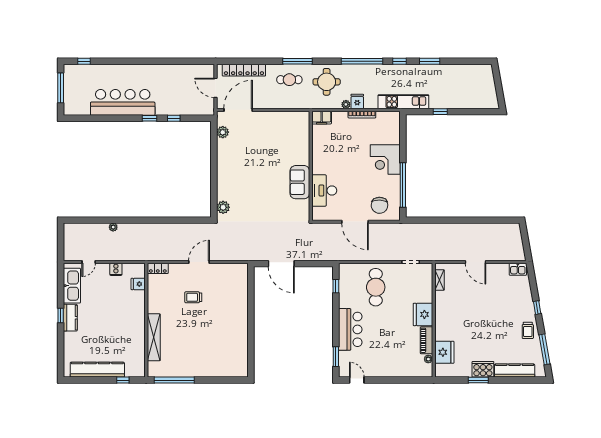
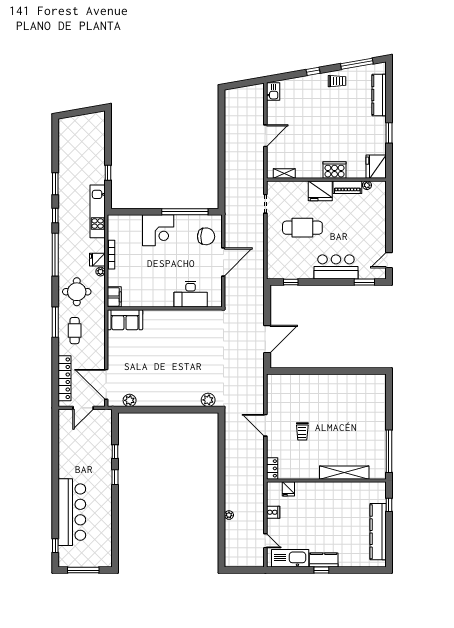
bar counter: (123, 102) -> (72, 512), moved, turned 180
sofa: (300, 182) -> (125, 320), moved
cafe table: (376, 287) -> (302, 228), moved
fridge: (444, 352) -> (376, 167), moved, turned -90
cooker: (483, 369) -> (334, 170), moved, turned 90

